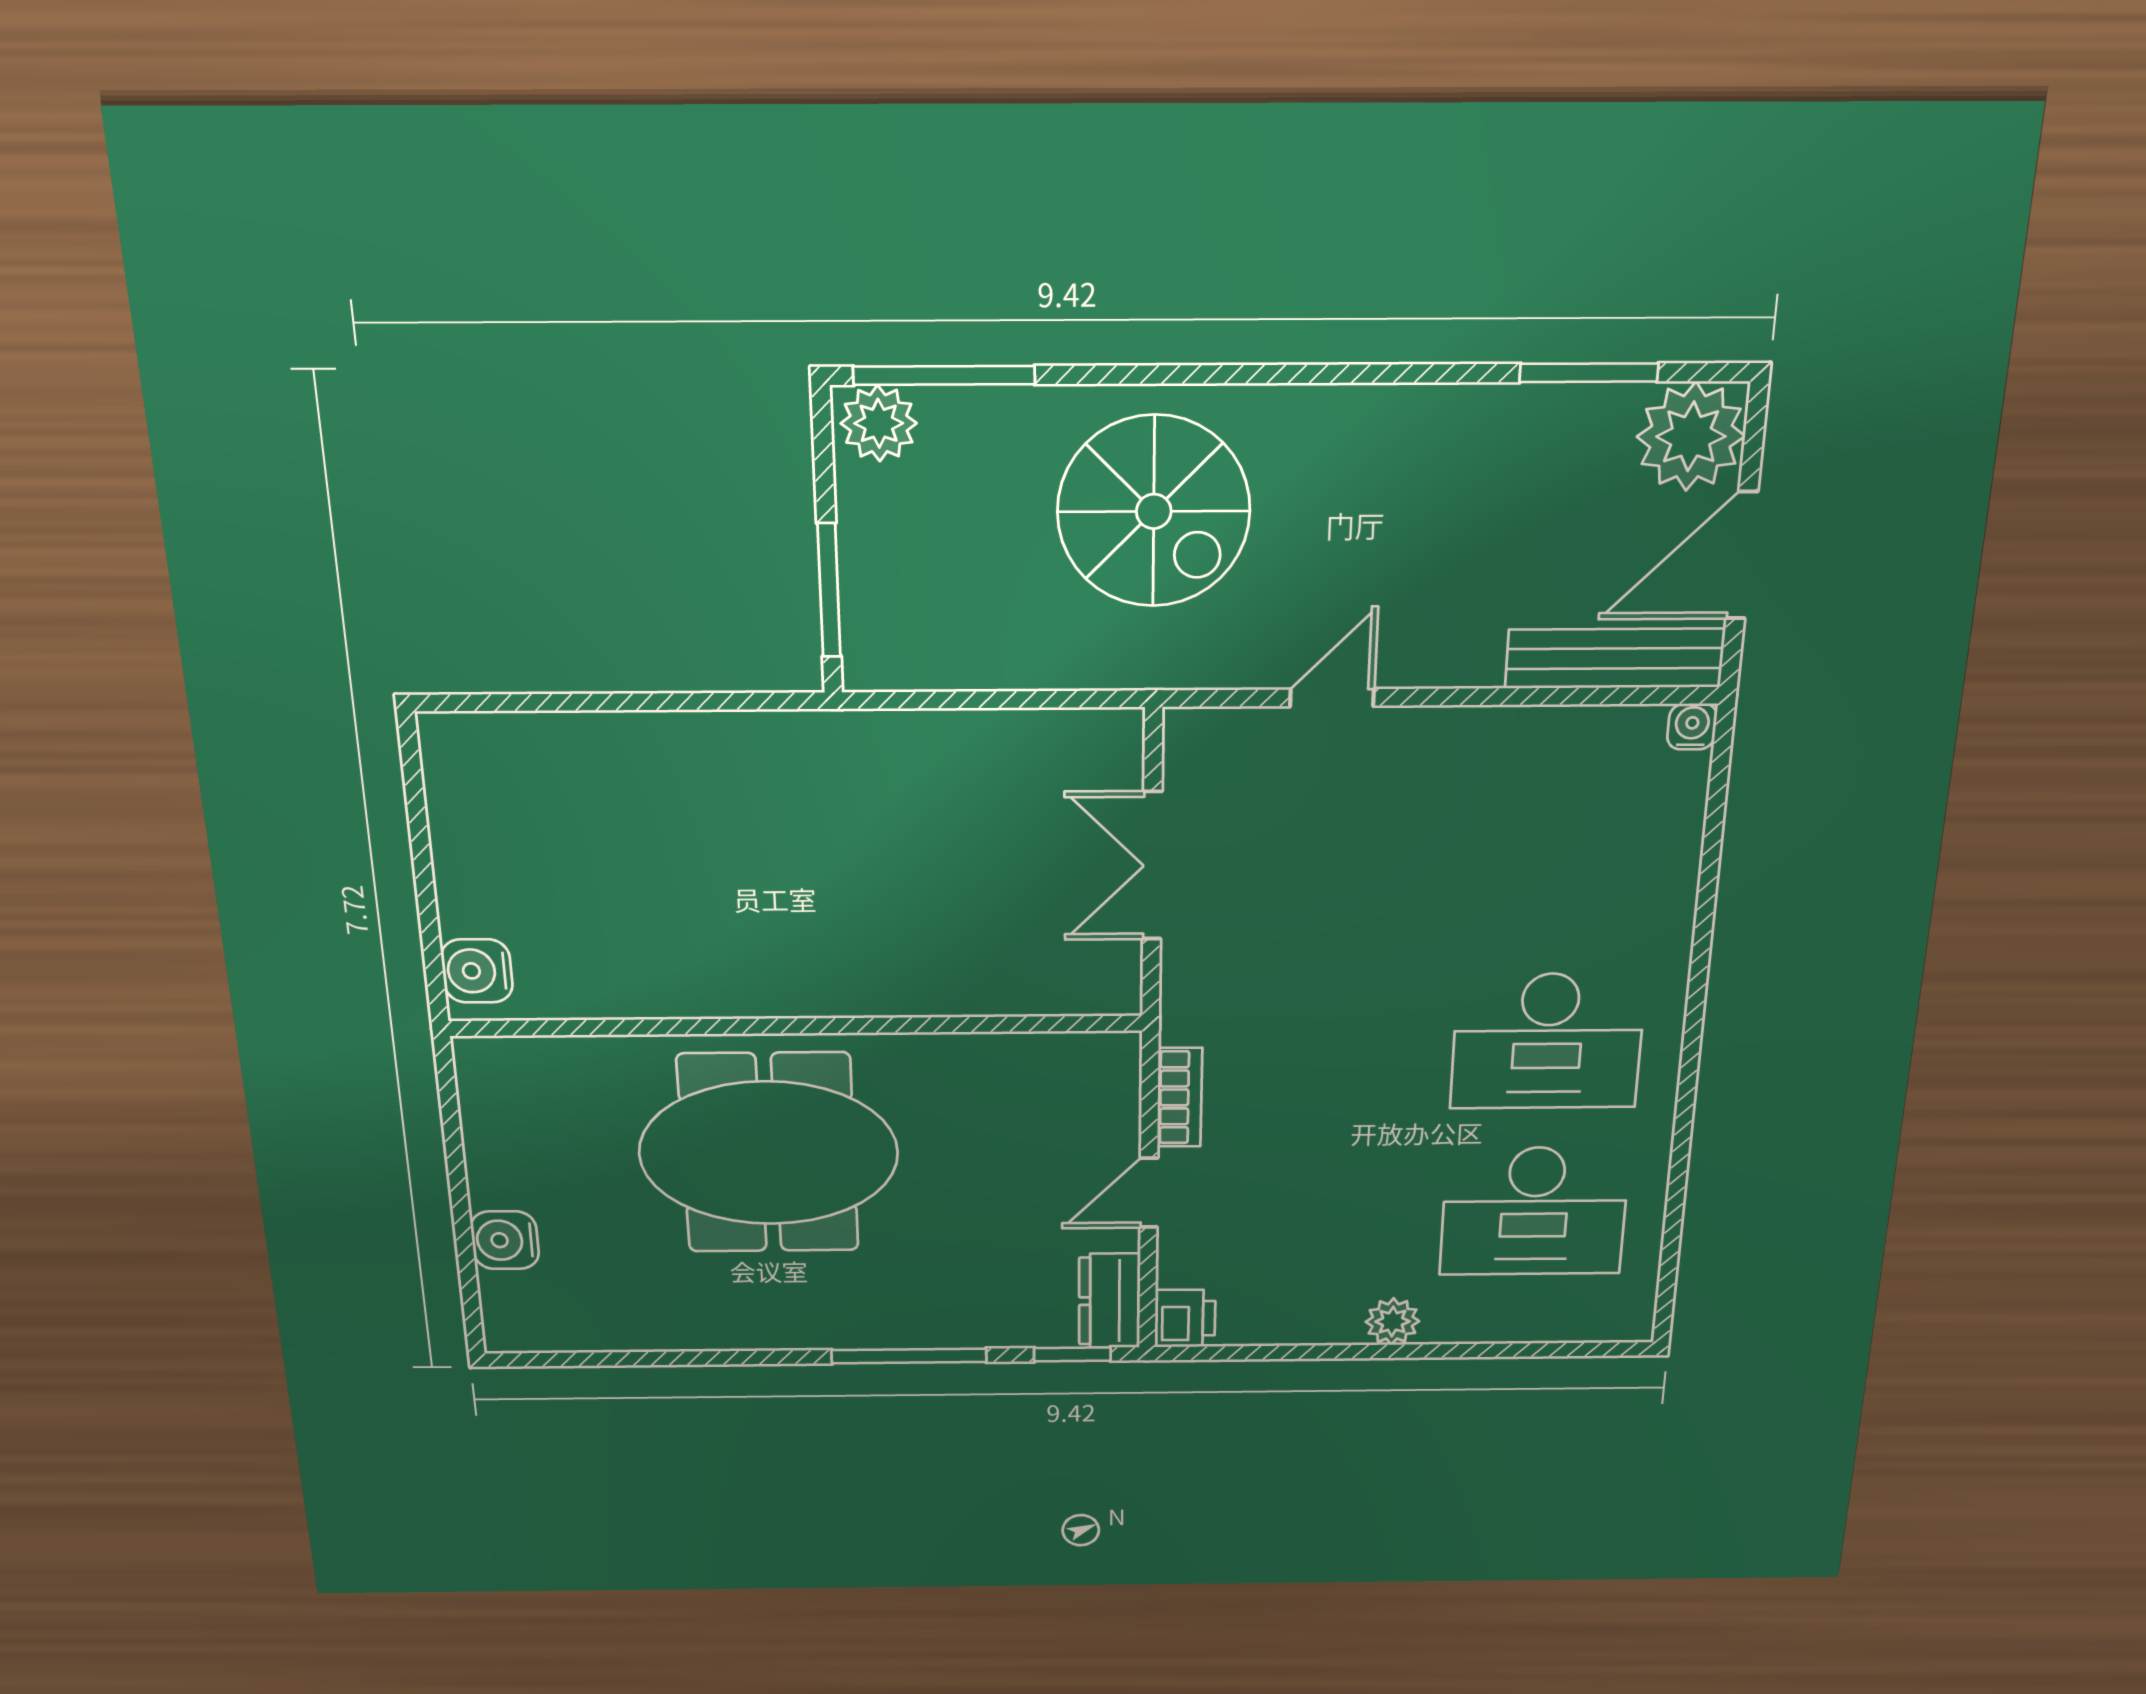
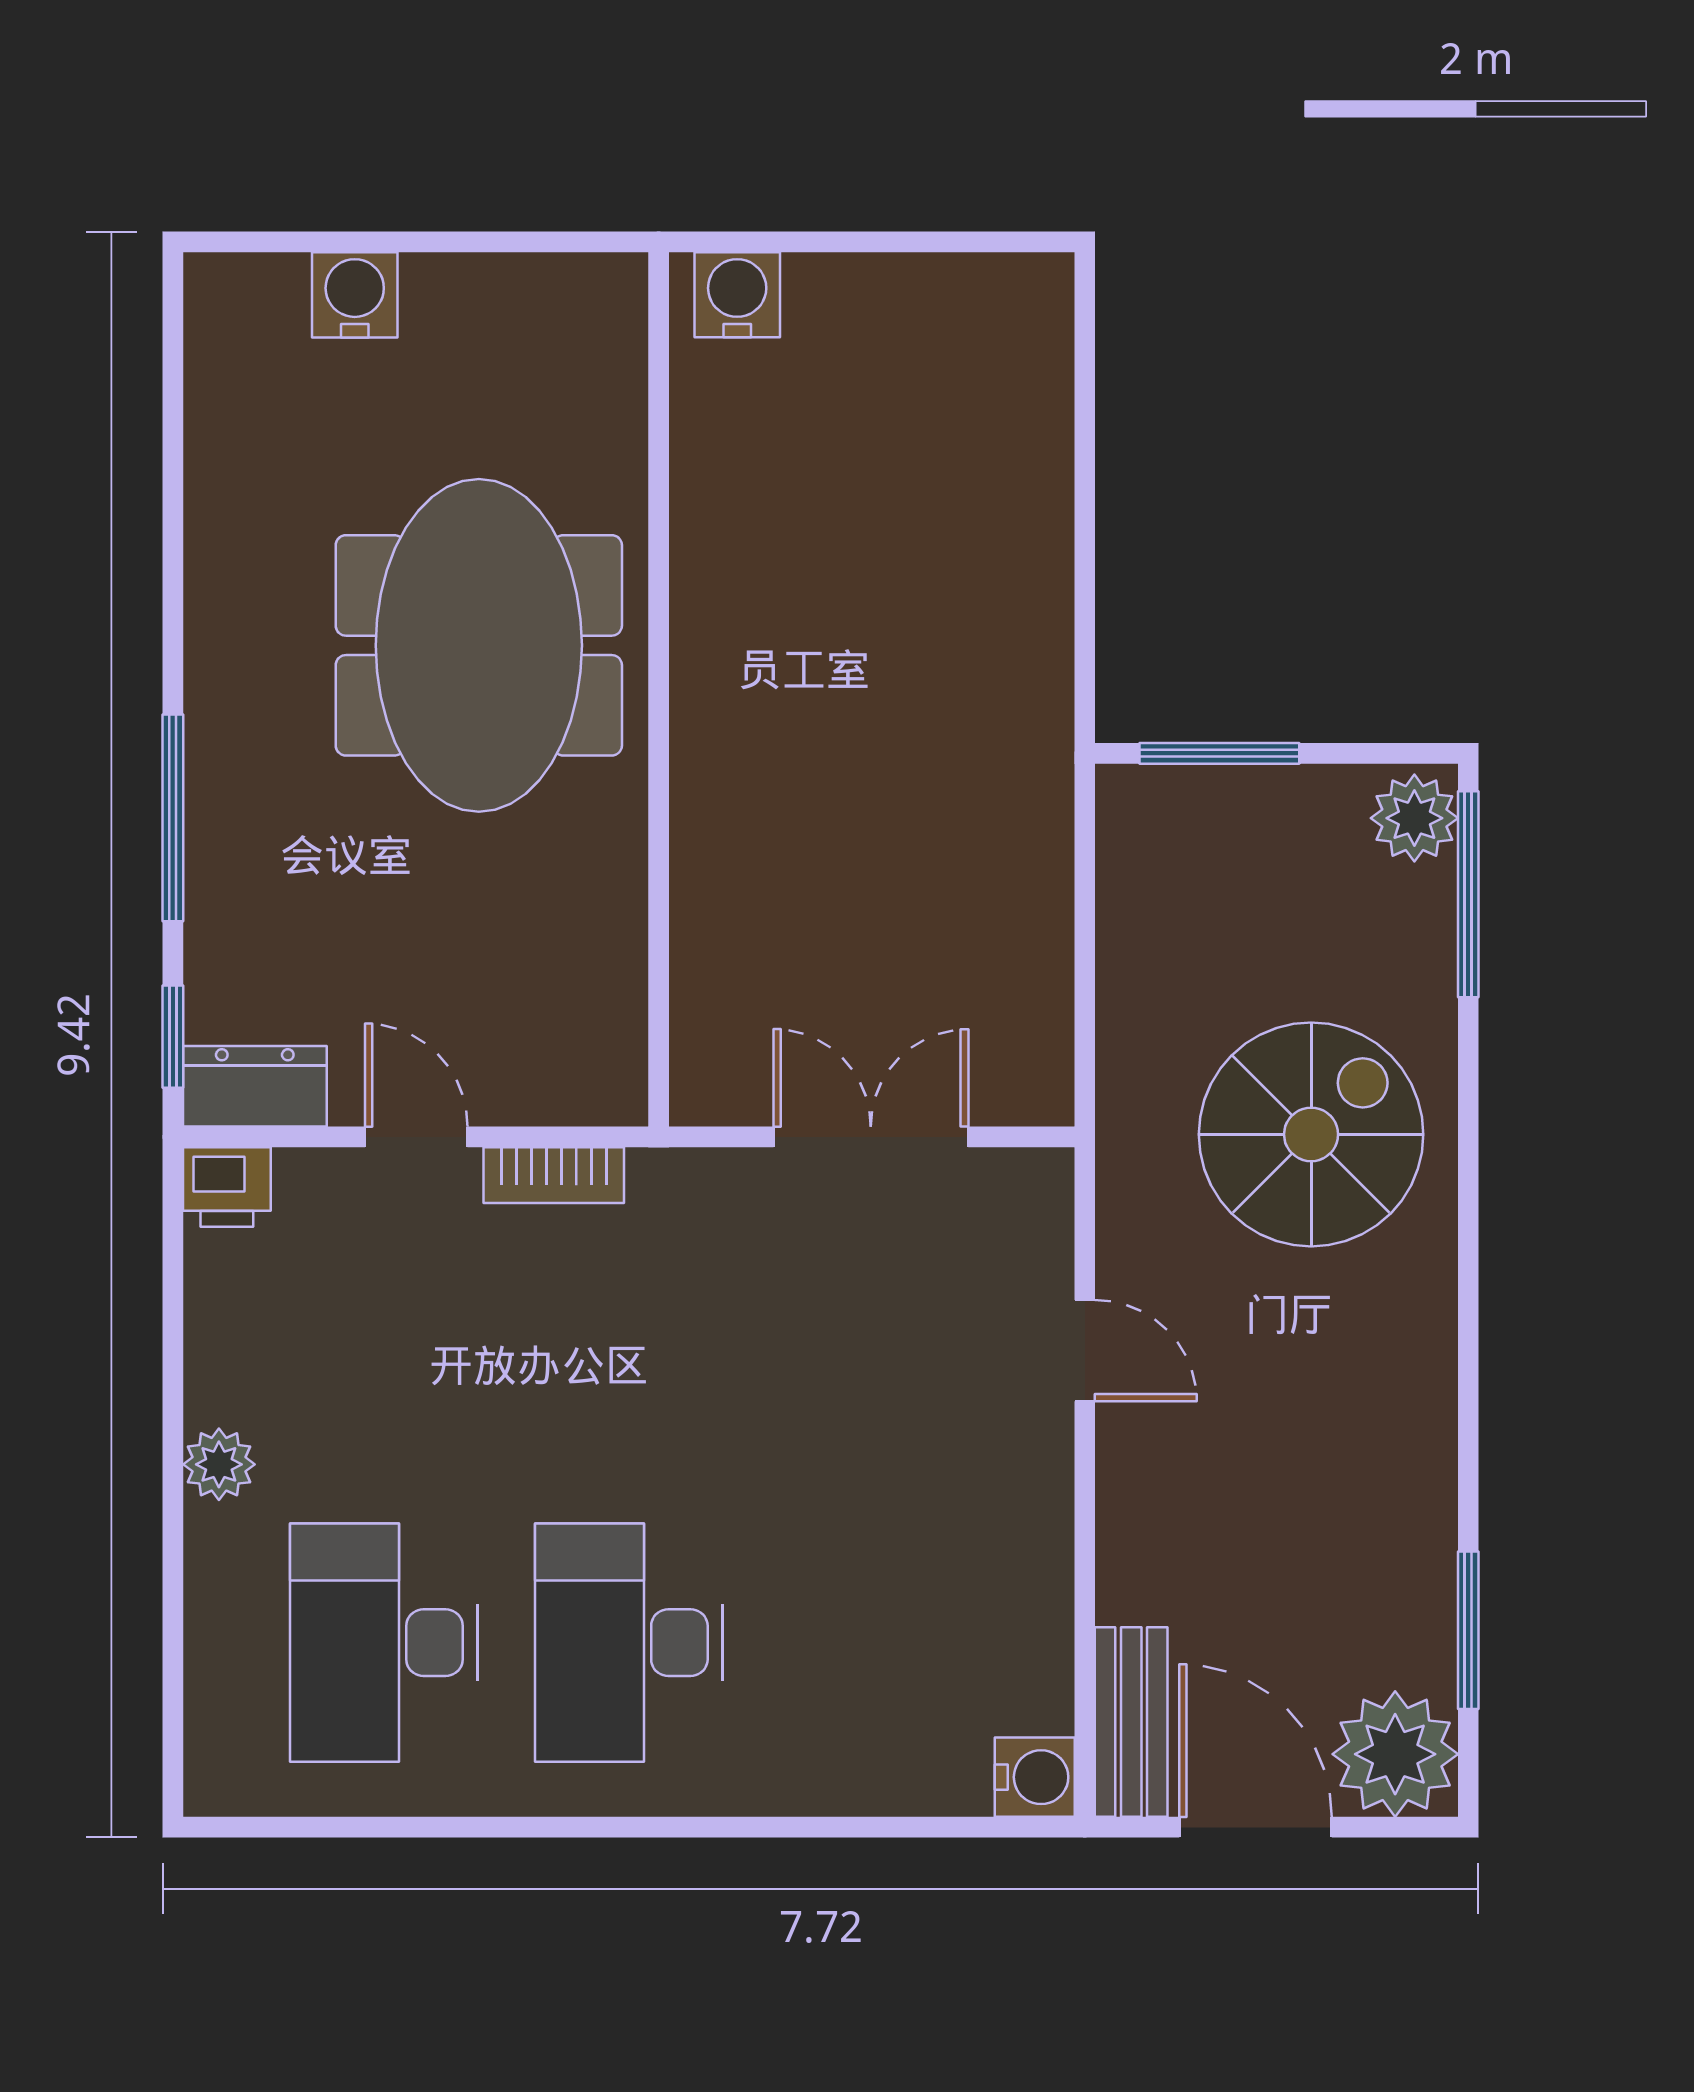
spiral stairs: (1154, 511) -> (1311, 1134), turned 180
bench: (1615, 658) -> (1131, 1722), width x0.73
water cooler: (1692, 726) -> (1035, 1777), width x1.38, depth x1.38

